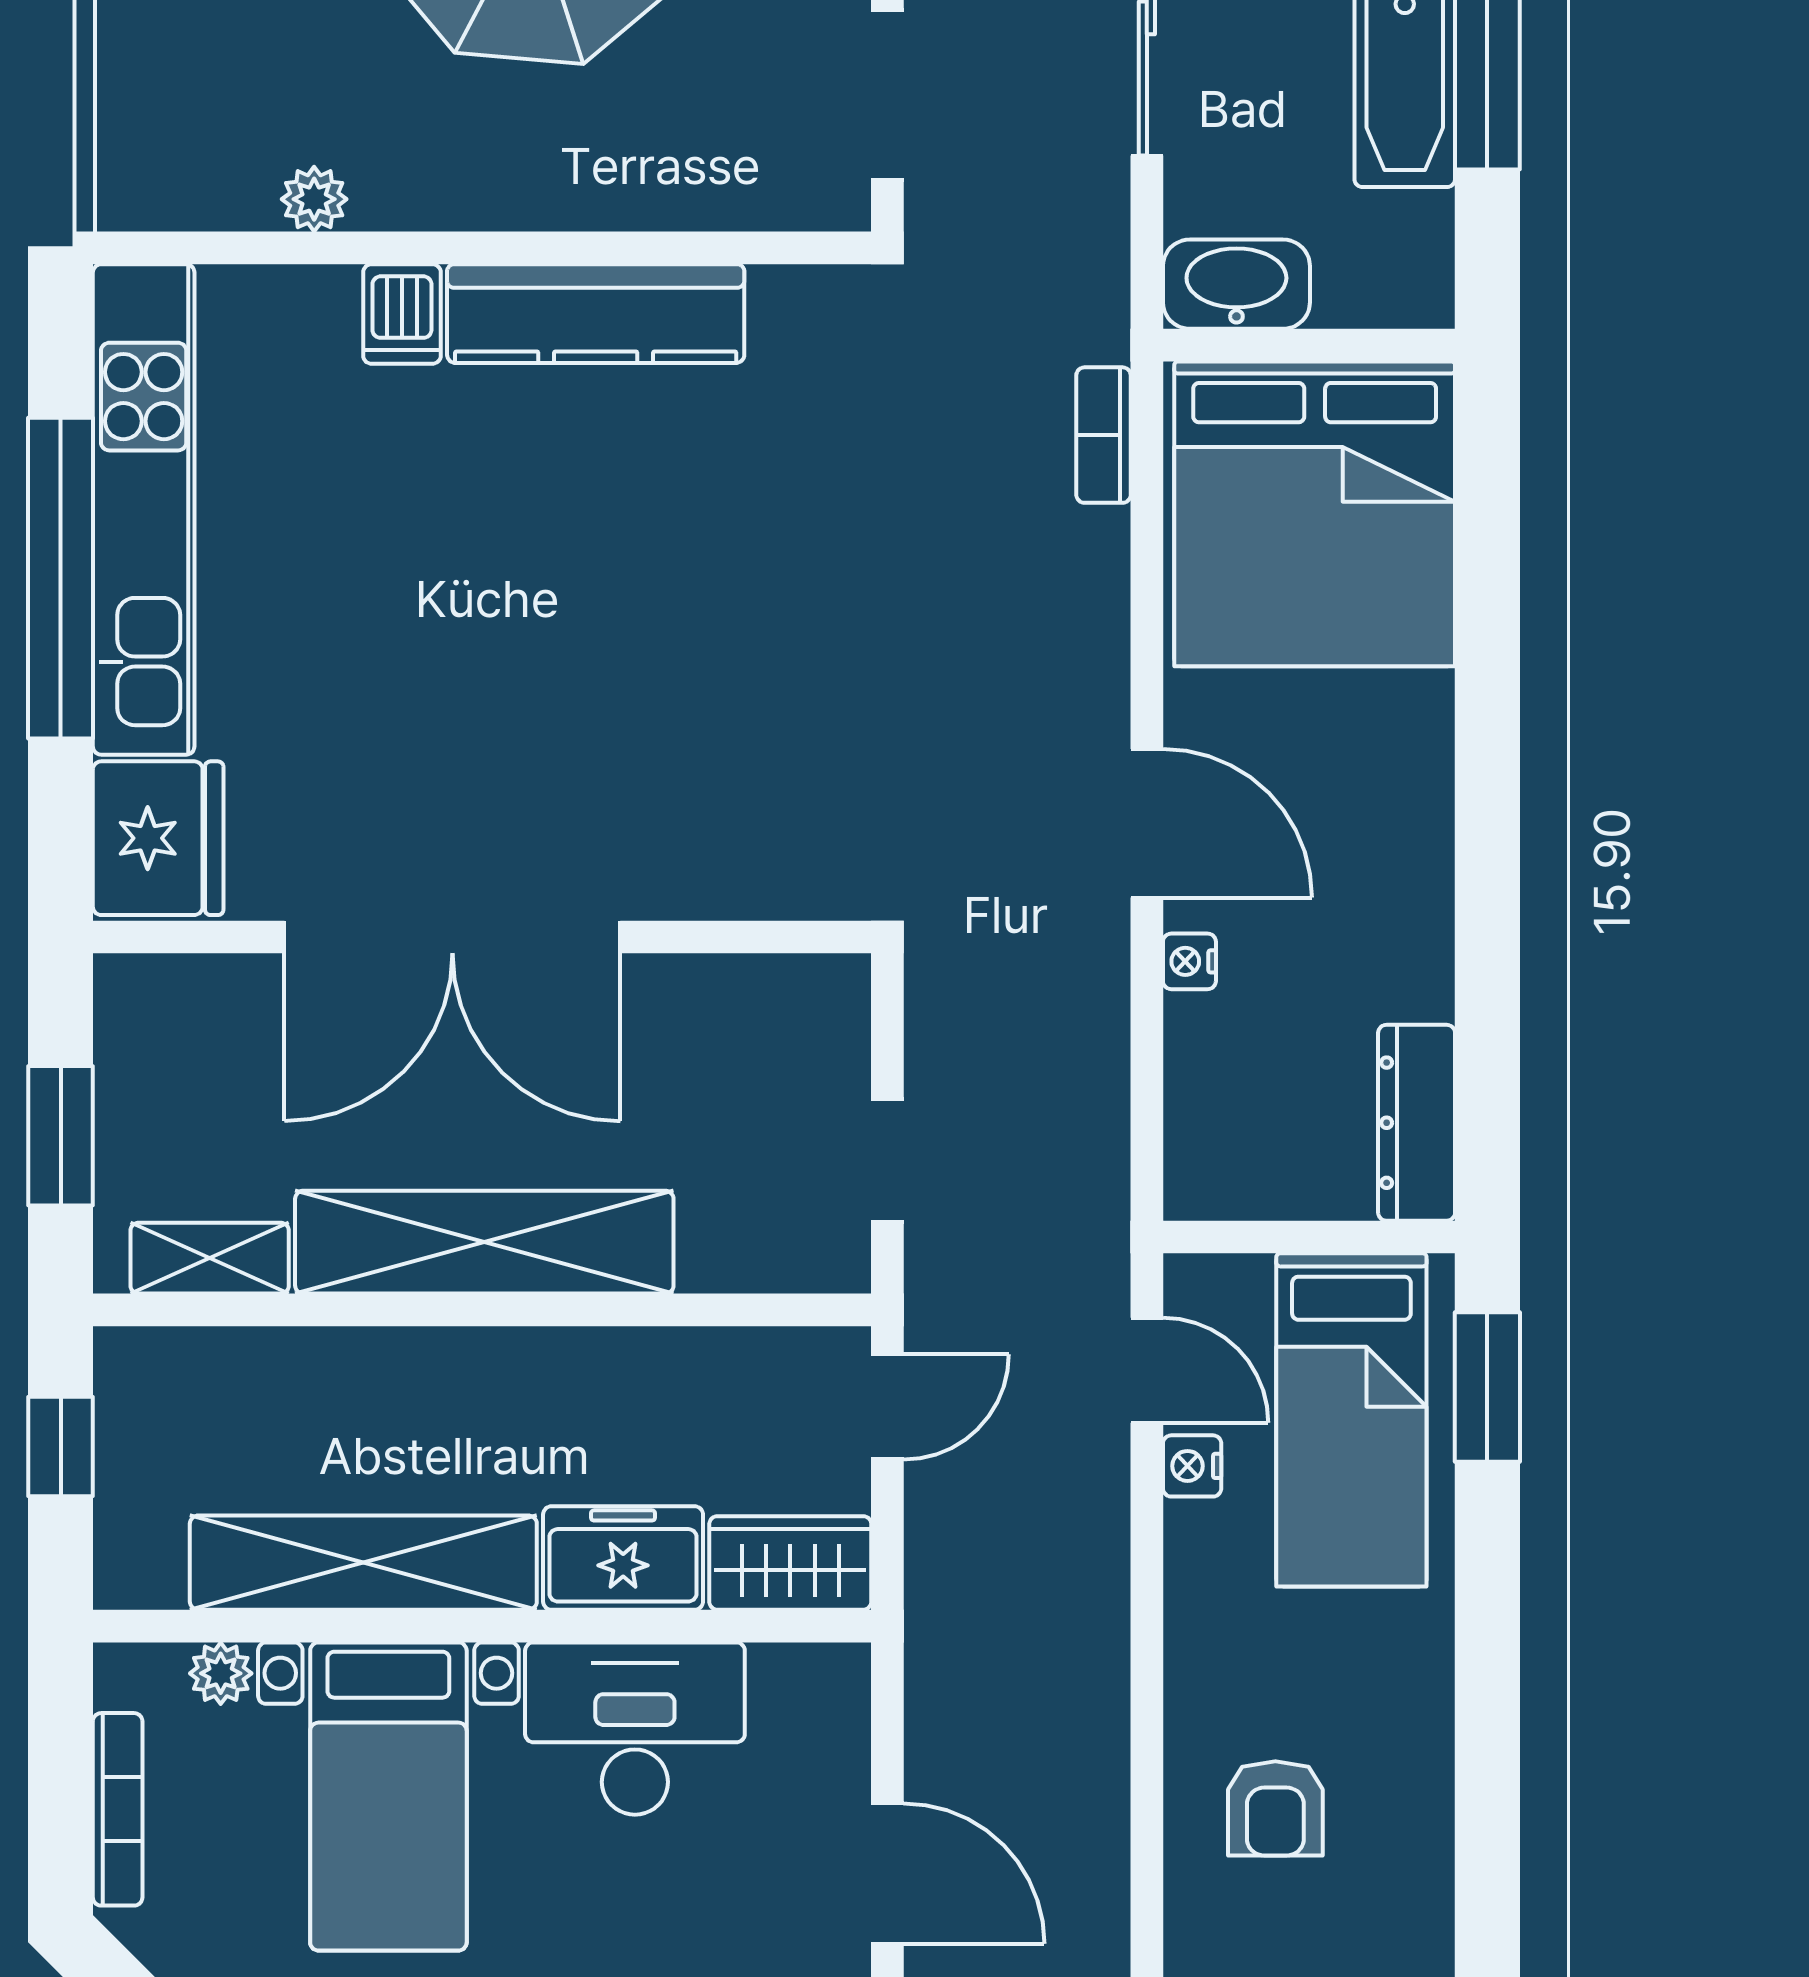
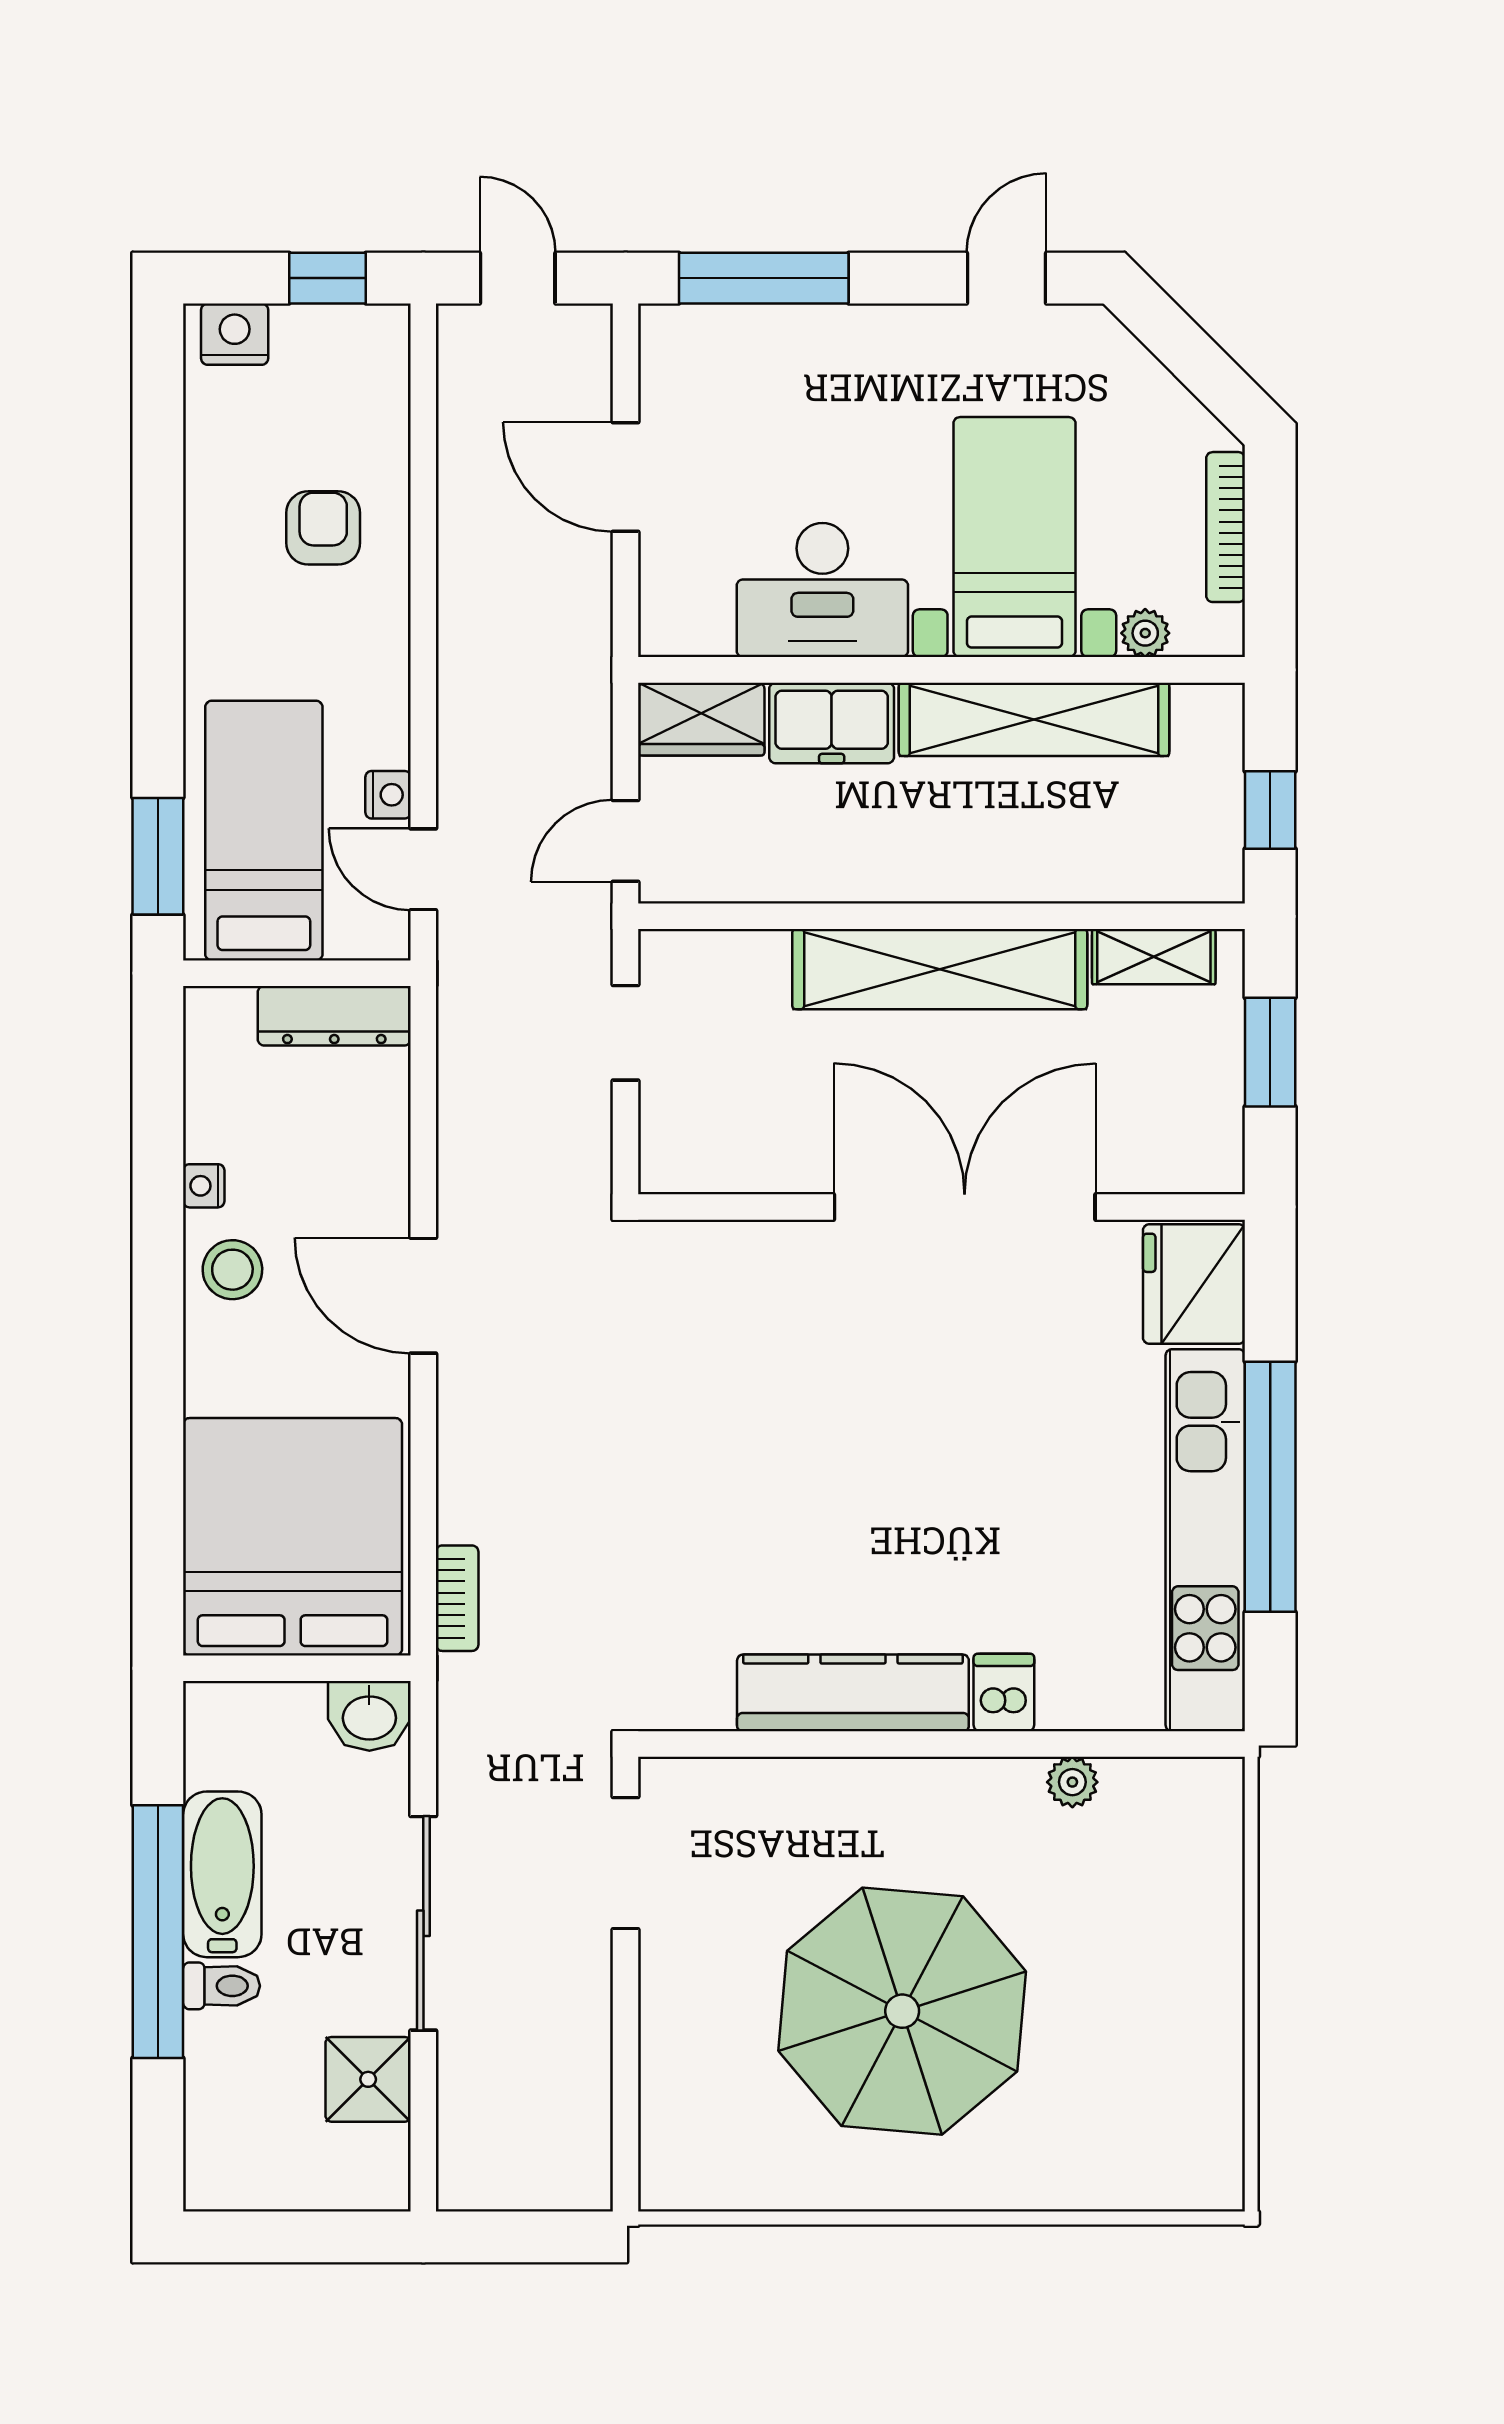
washbasin: (1236, 284) -> (369, 1716), width x0.72
stool: (1392, 857) -> (232, 1270), added
nightstand: (1189, 961) -> (204, 1186), moved, turned 180
dresser: (1417, 1123) -> (334, 1016), moved, turned 90

